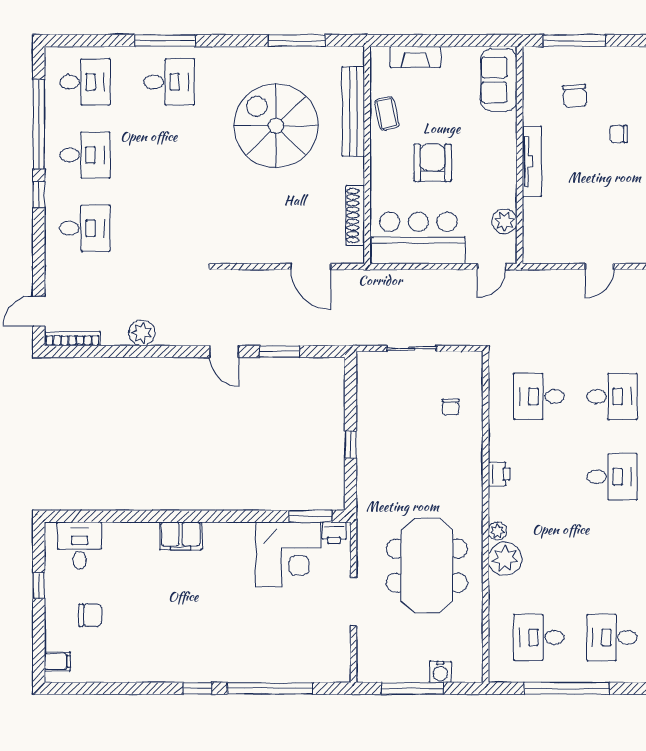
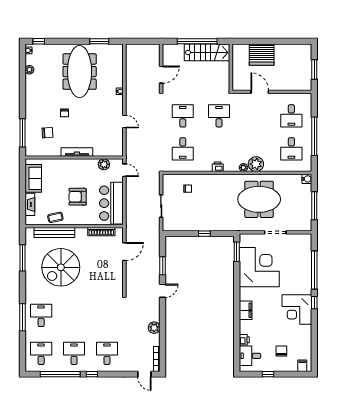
sofa: (499, 80) -> (33, 178), moved, turned -90
printer: (334, 533) -> (244, 340), moved
corner desk: (288, 554) -> (259, 267), width x1.36, depth x1.36
corner desk: (182, 650) -> (297, 310), added
water cooler: (440, 672) -> (307, 179), moved

